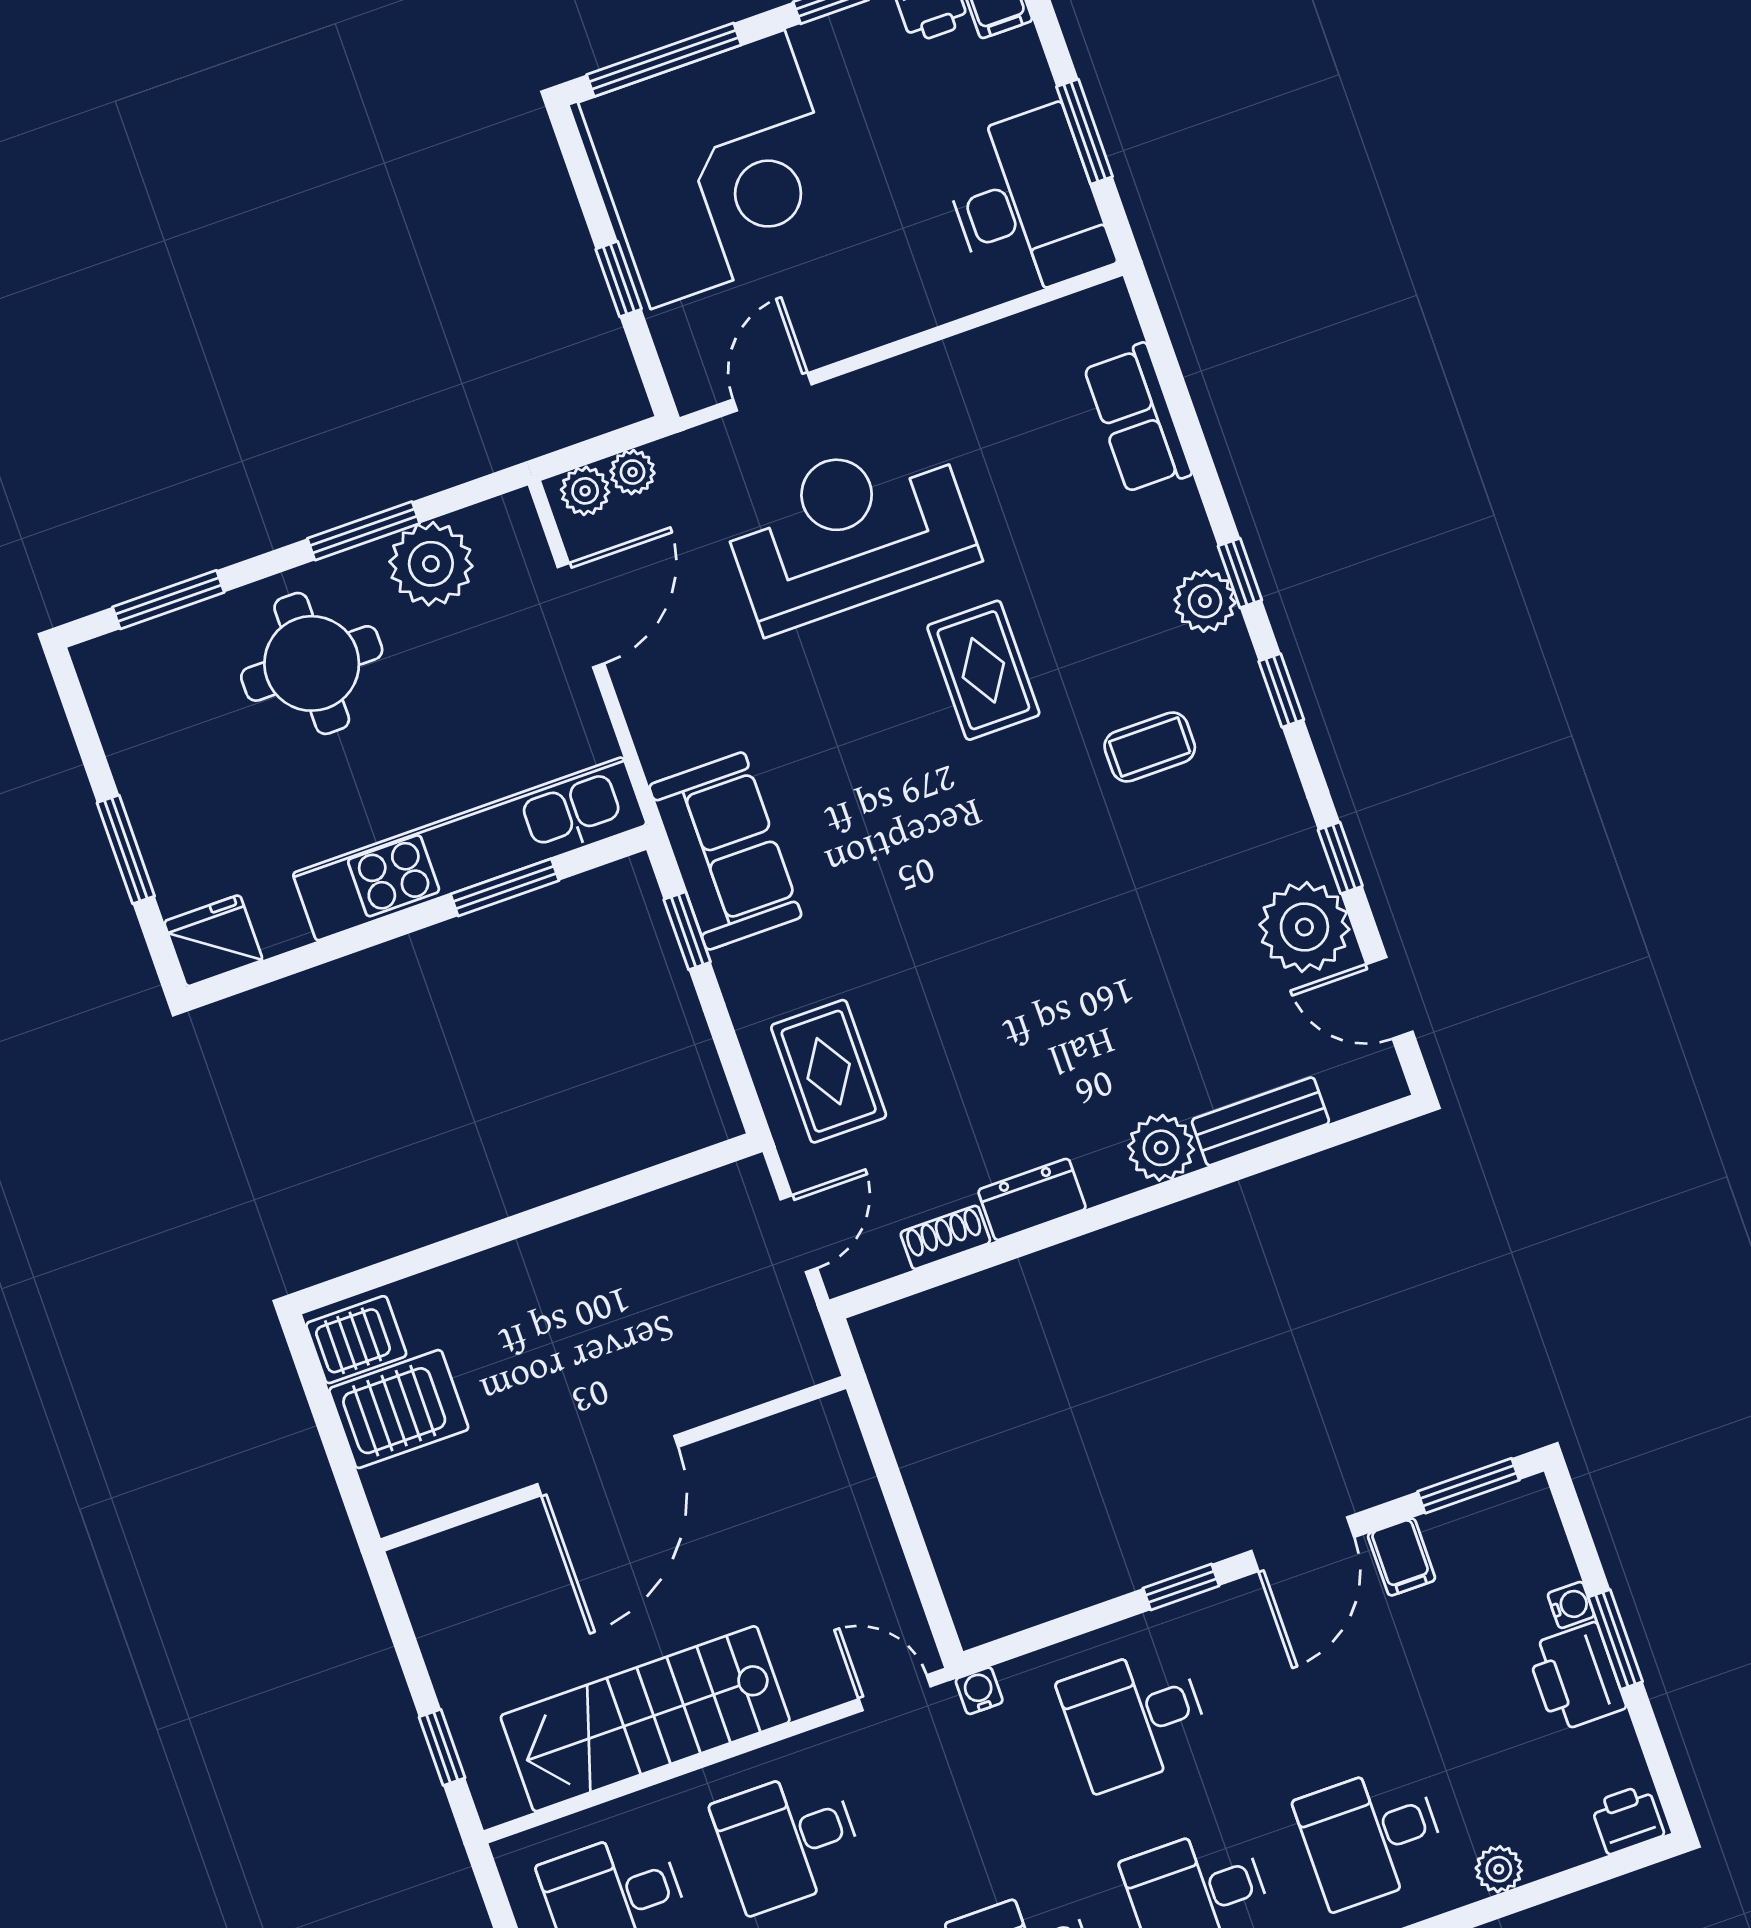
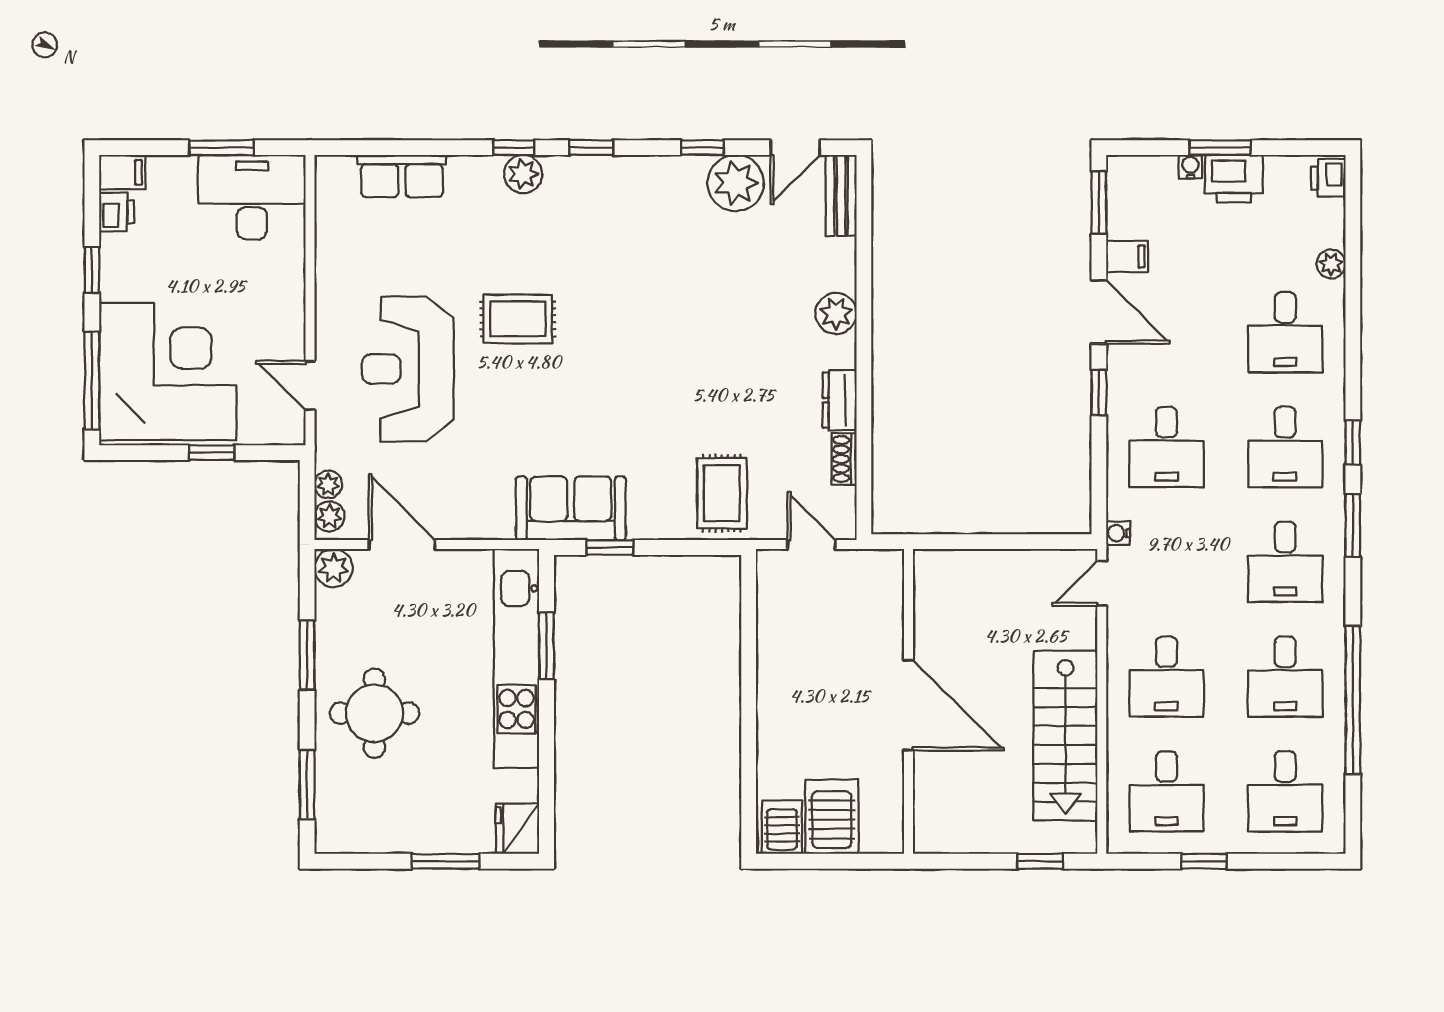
plant: (431, 564) -> (334, 568), moved, width x0.73, depth x0.73
coffee table: (1150, 747) -> (598, 237), removed
rug: (829, 1071) -> (722, 493), turned 90
bench: (1260, 1121) -> (841, 195), moved

